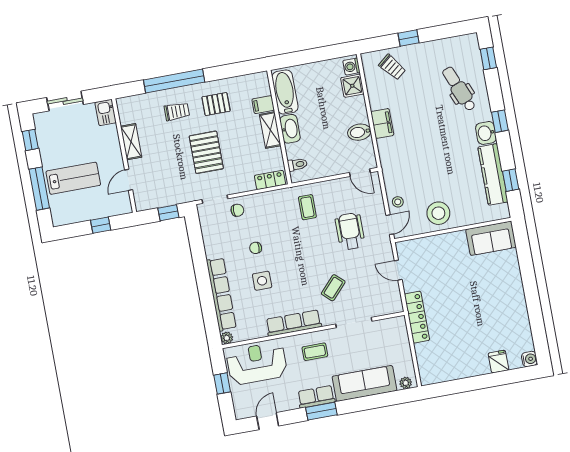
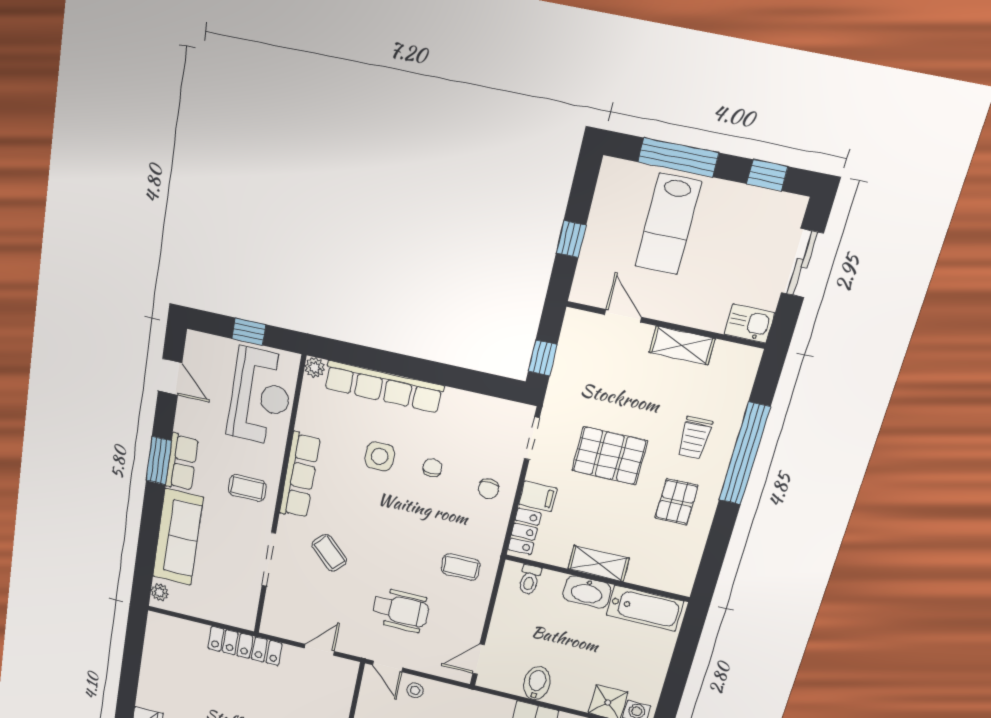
filing cabinet: (263, 105) -> (538, 496), moved, turned 90
chair: (237, 210) -> (489, 489), moved
coffee table: (315, 352) -> (247, 488), turned 90

